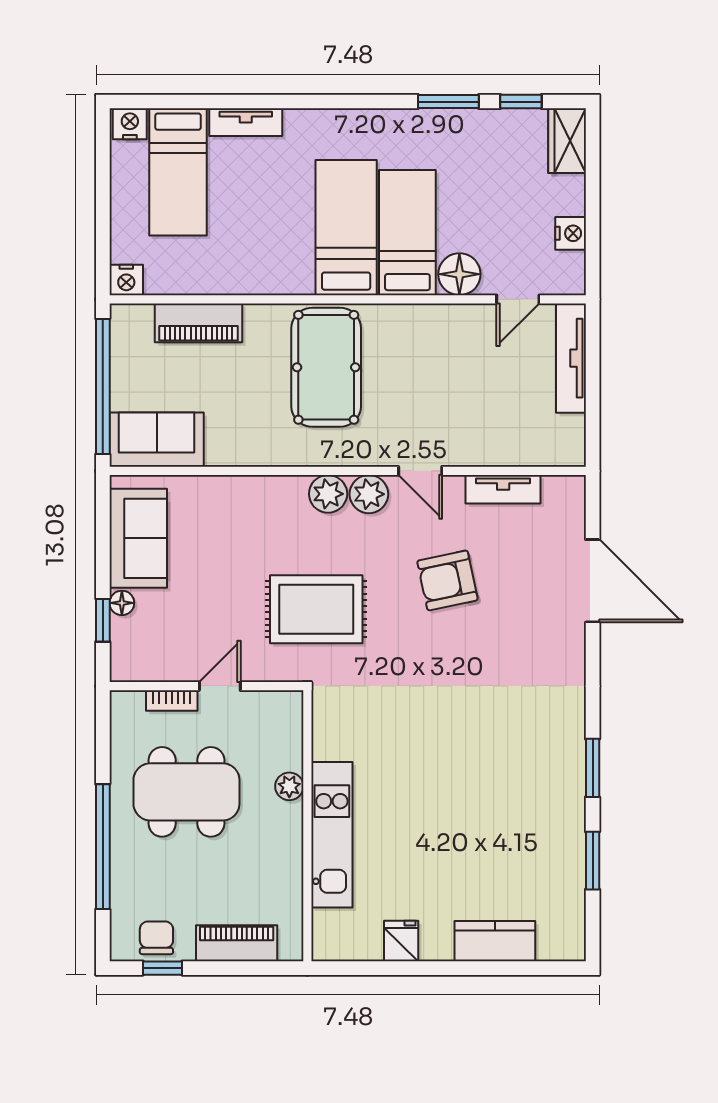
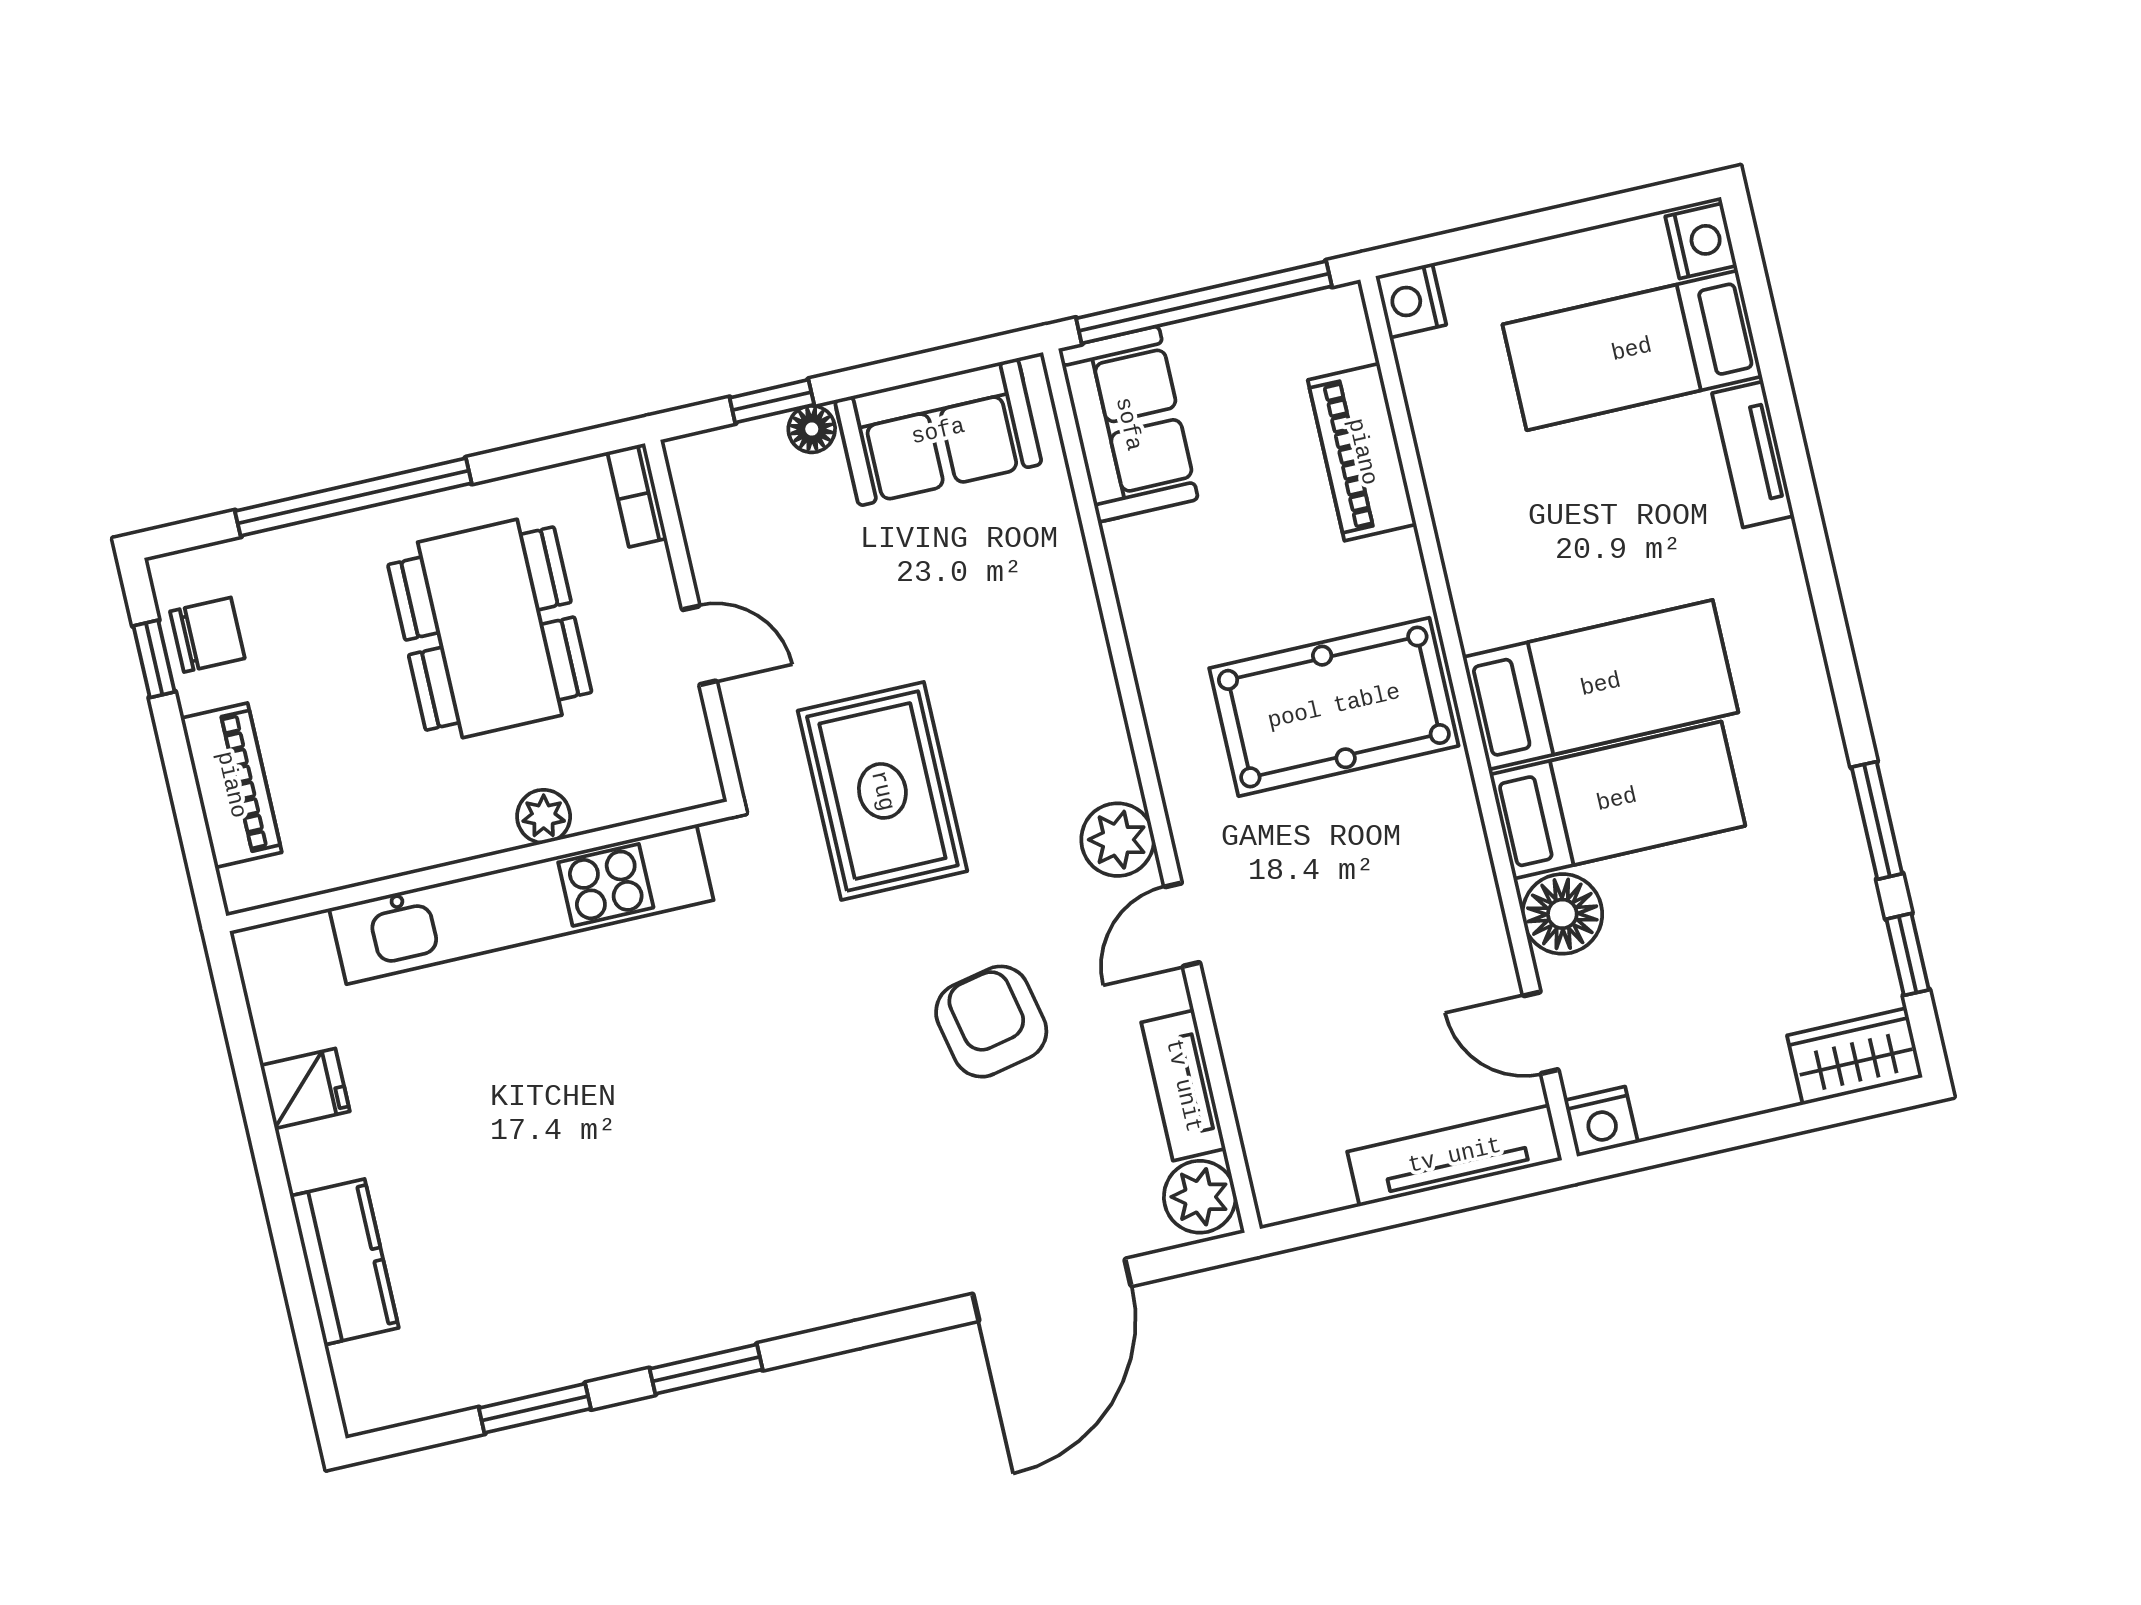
nightstand: (571, 233) -> (1601, 1121), moved
plant: (328, 494) -> (1200, 1197), moved
bookcase: (172, 700) -> (637, 495), moved
kitchen unit: (332, 835) -> (521, 904), width x1.36

